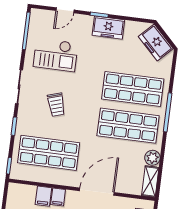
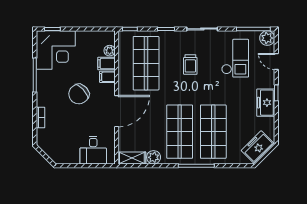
plant: (38, 17) -> (267, 38), added
checkout: (56, 55) -> (235, 58), turned 180
trolley: (56, 105) -> (190, 65), turned -73
plant: (30, 191) -> (110, 51), added
door: (97, 192) -> (117, 111), hinge flipped

